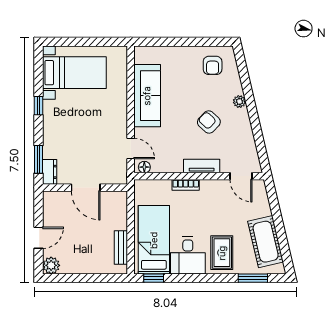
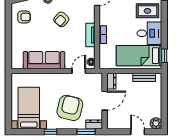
armchair: (75, 135) -> (70, 108), added
tv unit: (202, 166) -> (90, 35), moved
dresser: (115, 198) -> (111, 81), added

